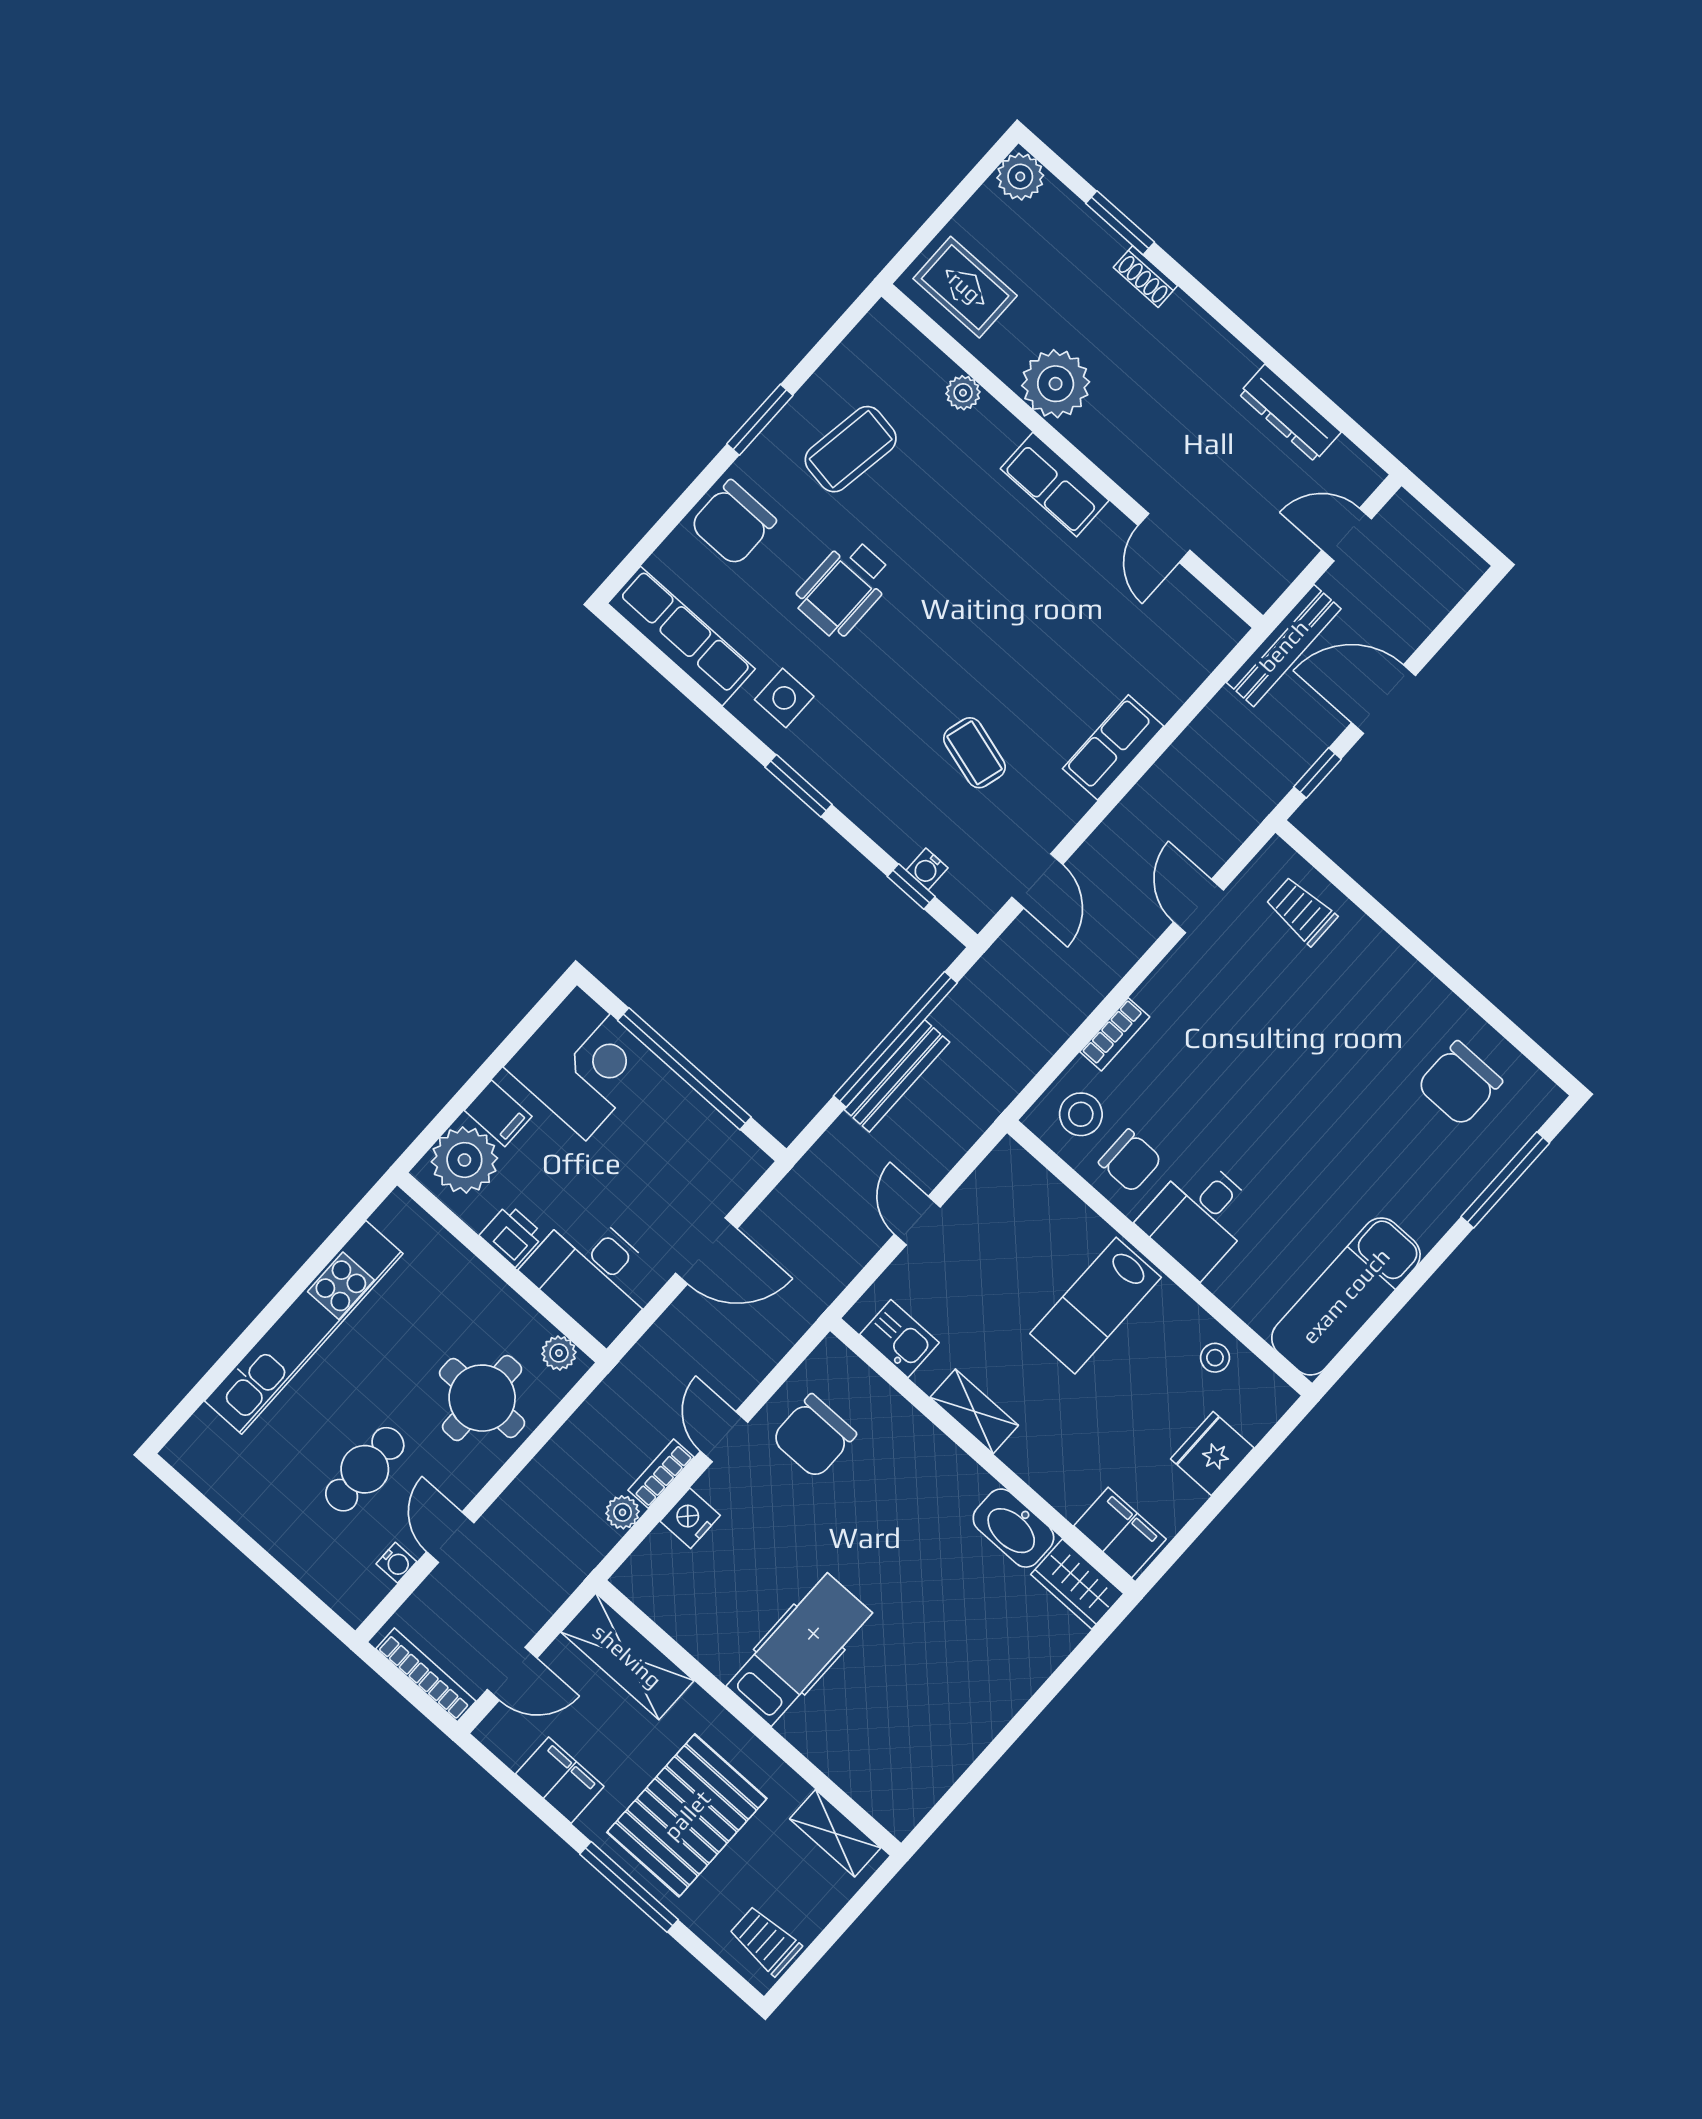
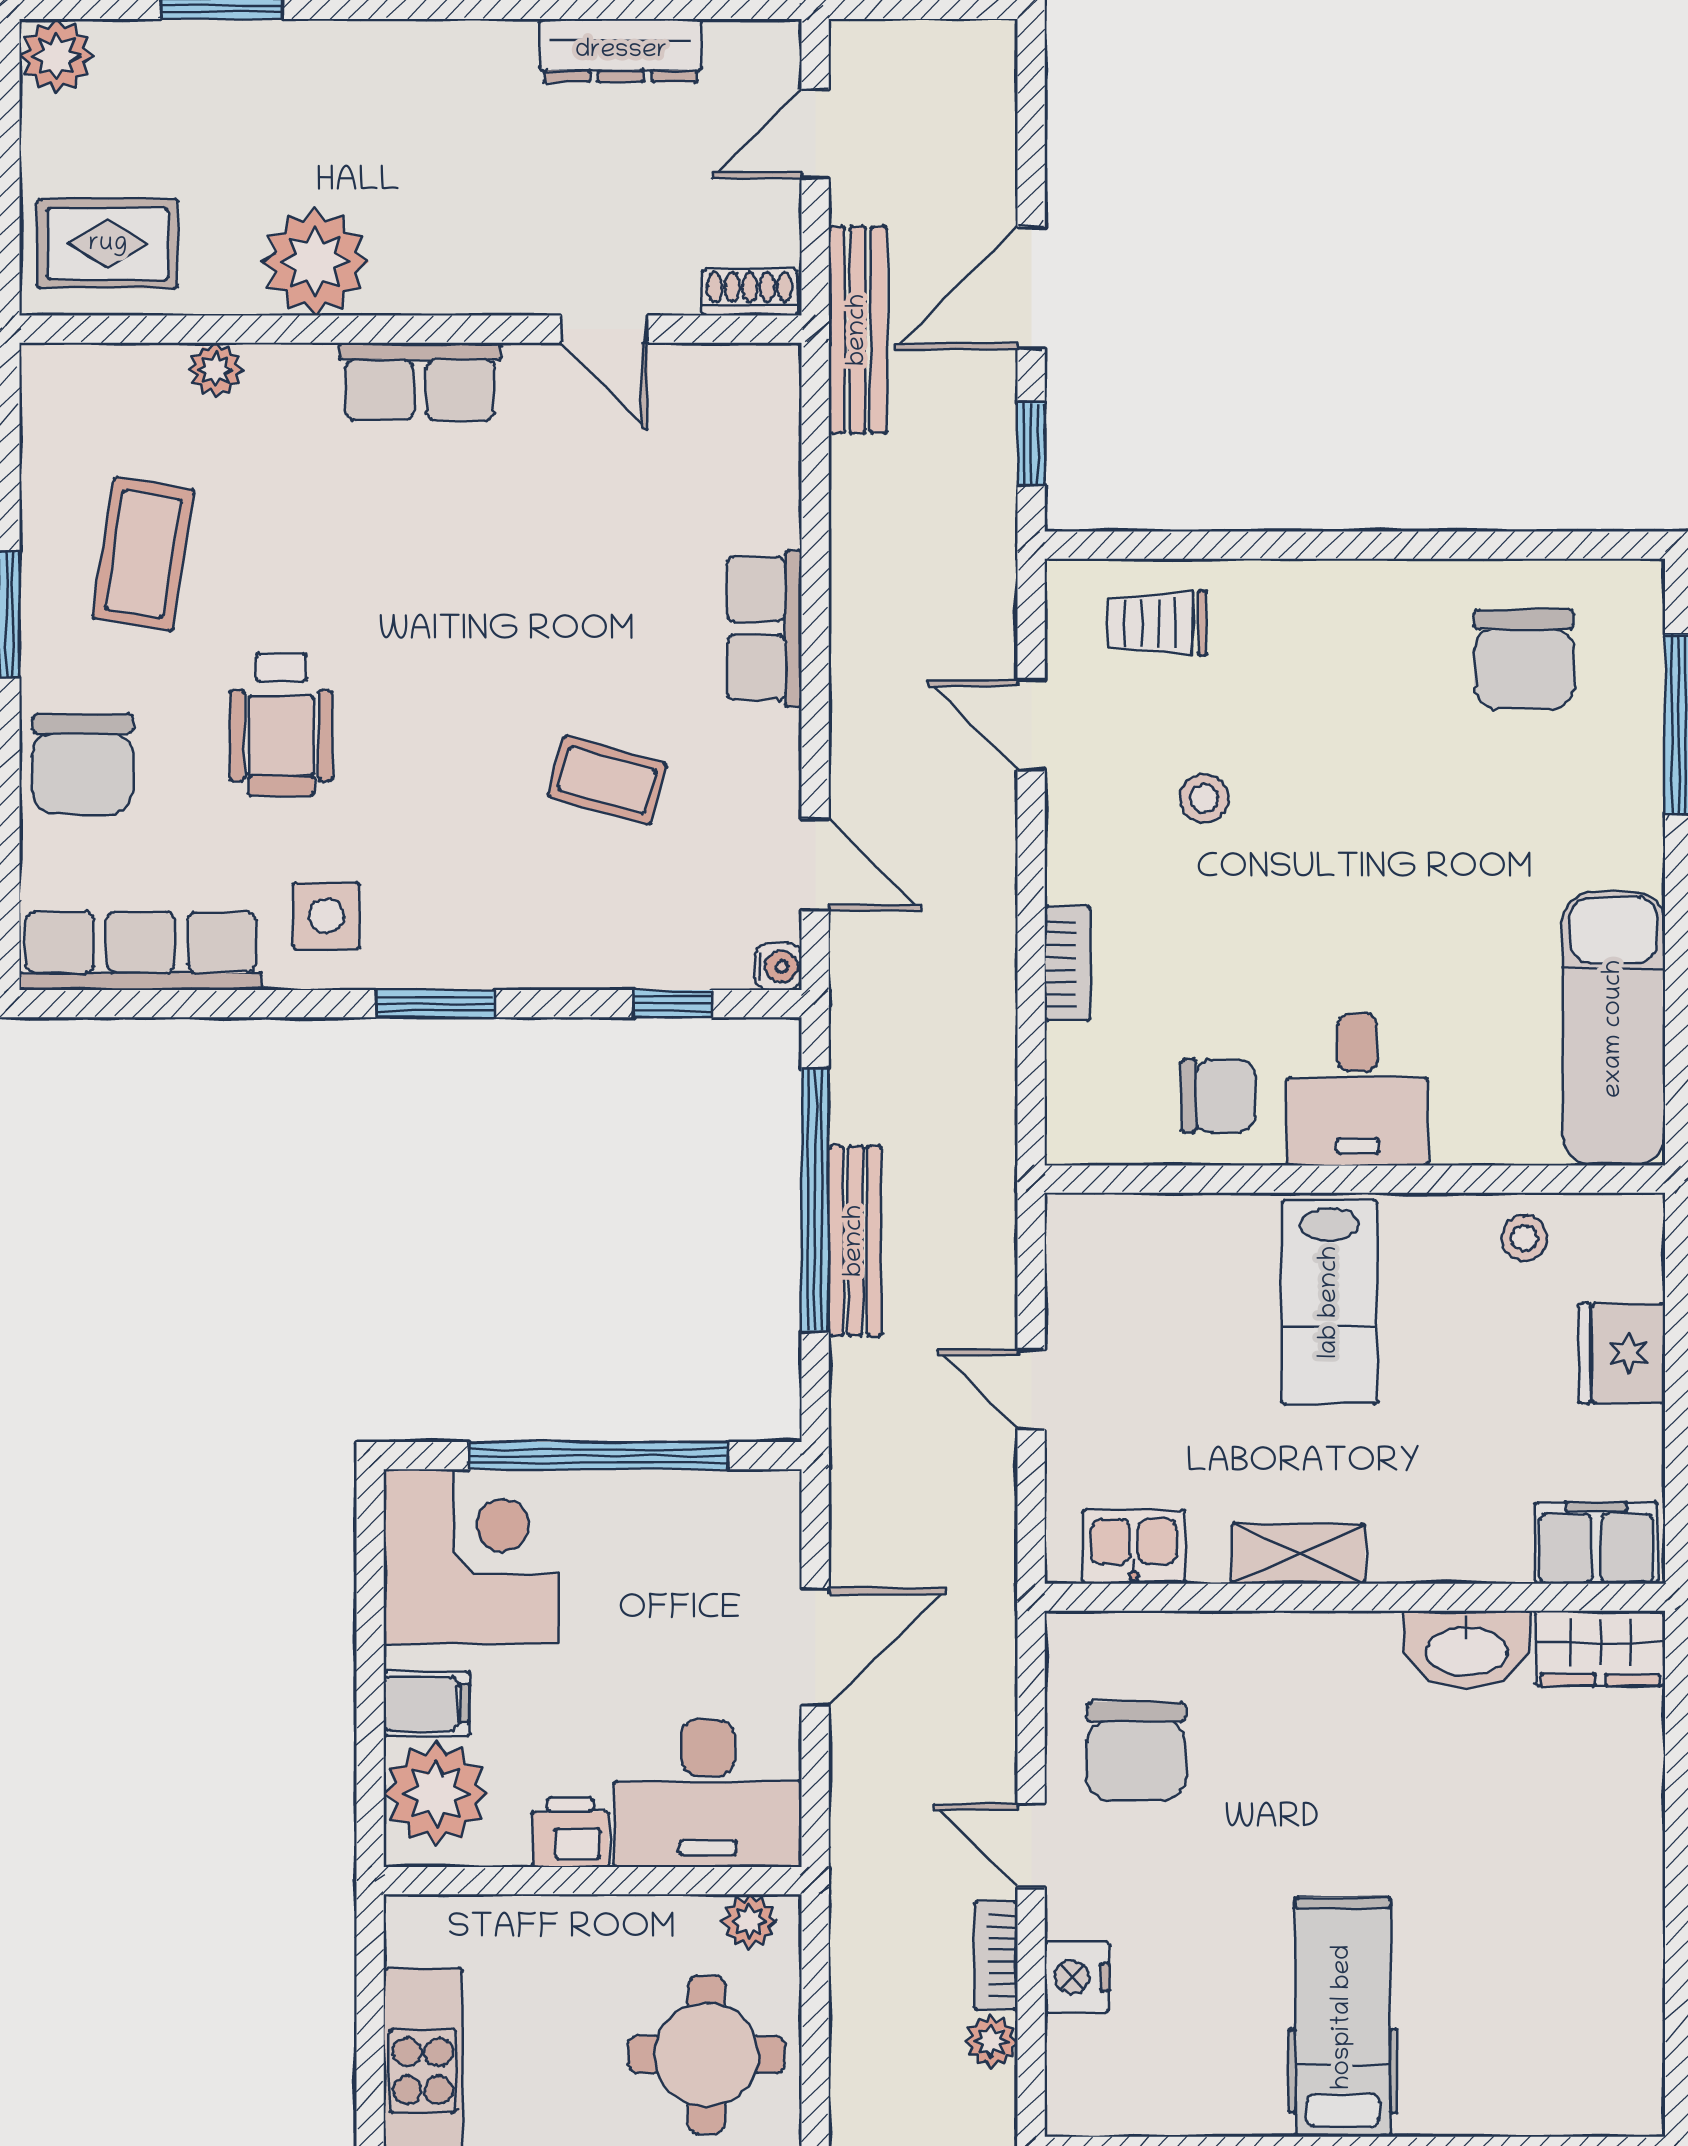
shoe rack: (1145, 277) -> (750, 293), moved, turned 180
water cooler: (927, 869) -> (778, 967), moved, turned -90
stool: (1081, 1114) -> (1204, 798), moved, width x0.73, depth x0.73

